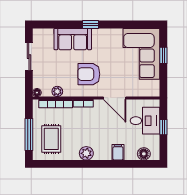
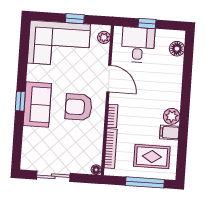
sofa: (73, 39) -> (37, 105), moved
window: (163, 55) -> (75, 19), moved
armchair: (89, 74) -> (79, 107), turned 90
plant: (57, 91) -> (104, 37), moved
door: (115, 98) -> (109, 79), hinge flipped
filing cabinet: (118, 152) -> (169, 132), moved

